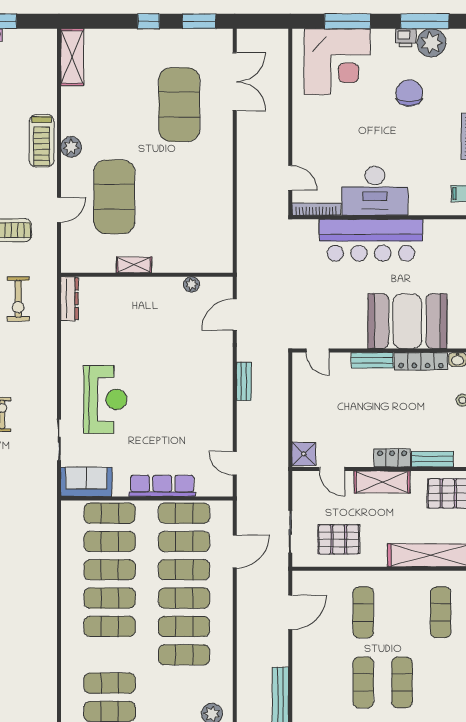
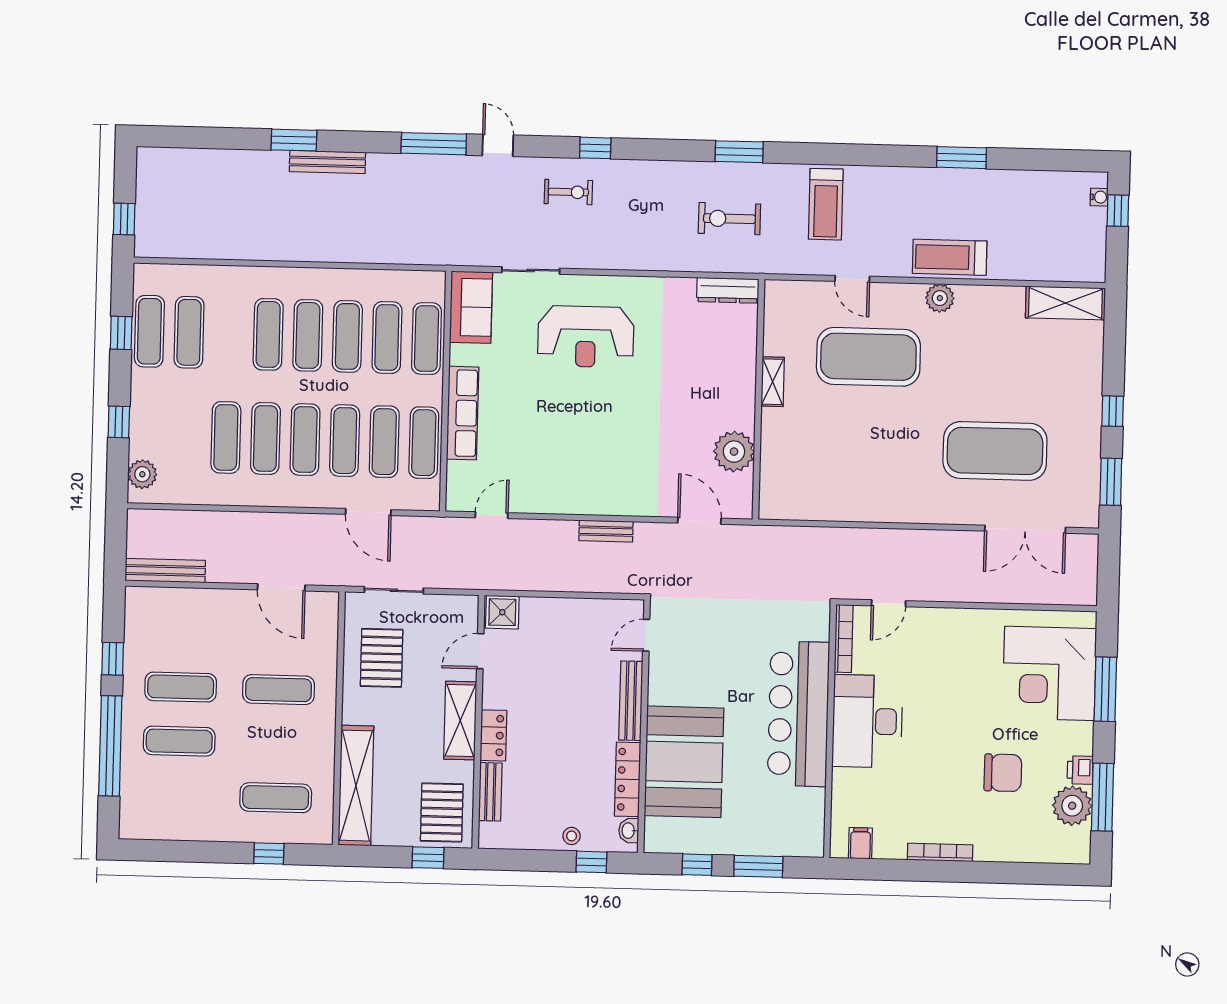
plant: (191, 284) -> (734, 452), width x1.88, depth x1.88
bench: (372, 360) -> (631, 701), width x1.36

